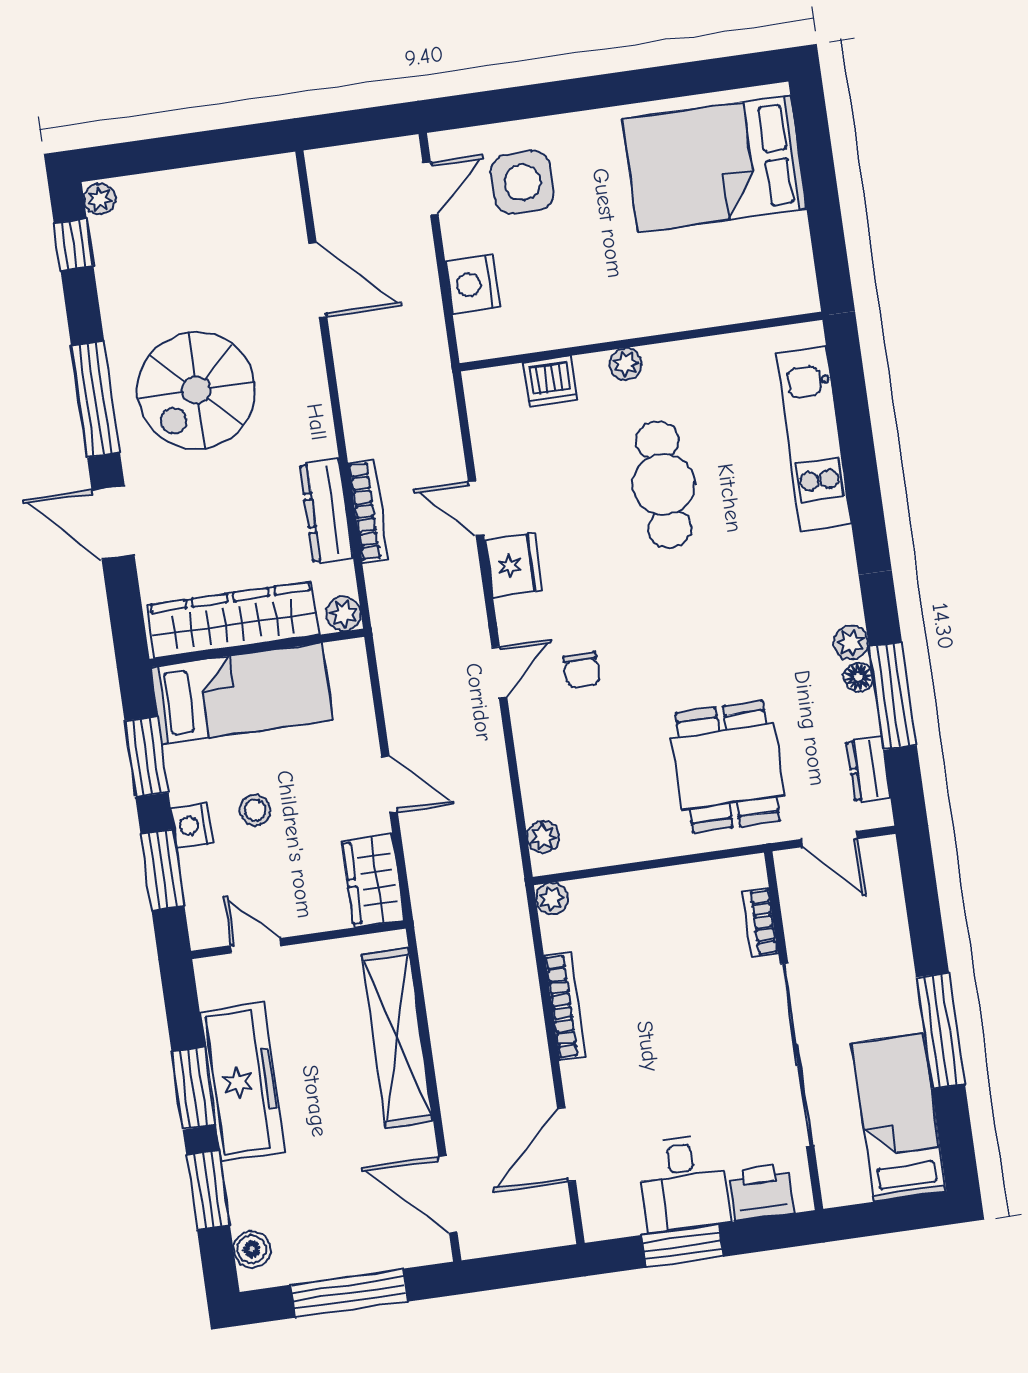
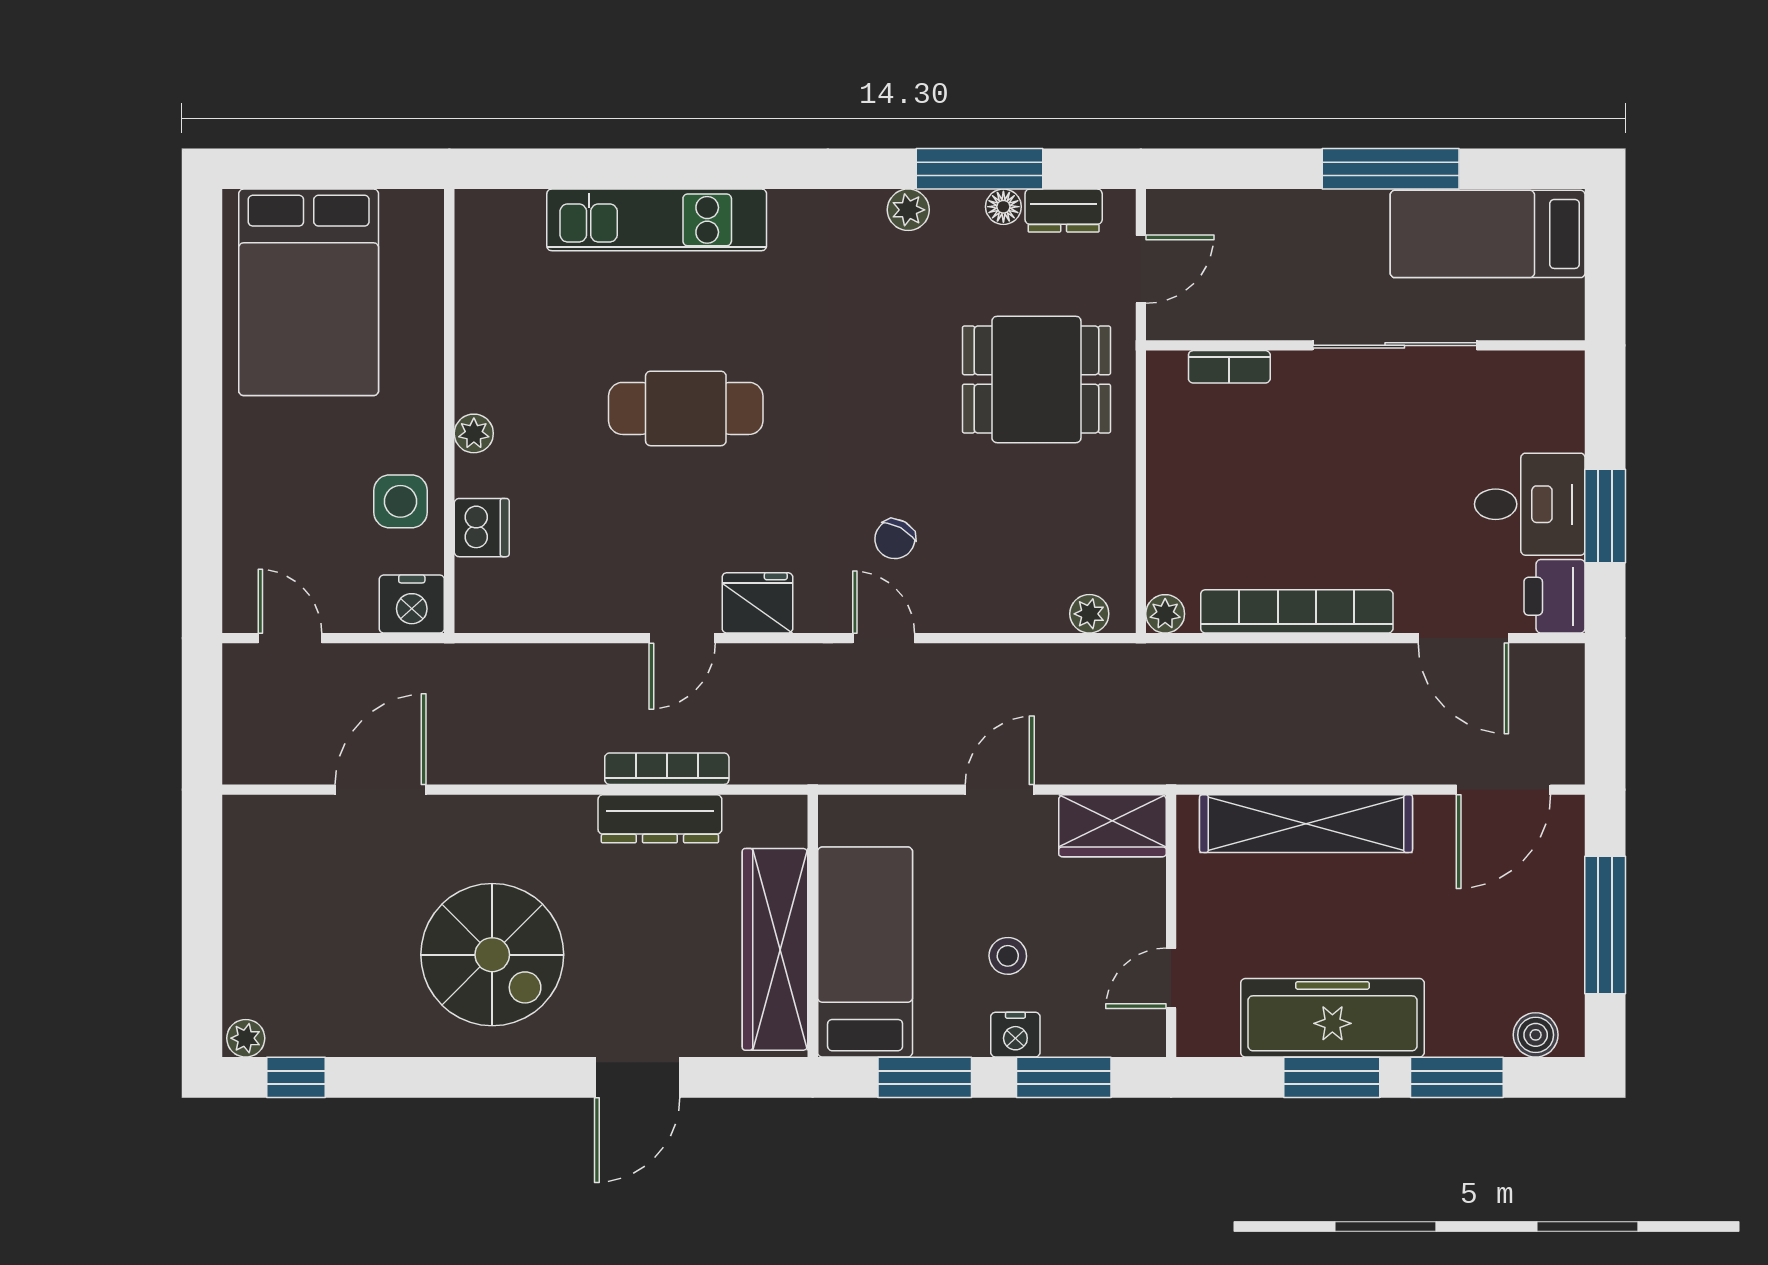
side table: (522, 182) -> (400, 501), moved, width x0.73, depth x0.73
wall: (641, 342) -> (449, 411), moved
plant: (626, 364) -> (474, 433), moved
dishwasher: (550, 381) -> (482, 528), moved
window: (96, 399) -> (486, 1077), removed
plant: (344, 614) -> (787, 816), removed
chair: (581, 670) -> (895, 539), turned 119
floor lamp: (859, 677) -> (1003, 207), moved
bookcase: (565, 1006) -> (1297, 611), width x1.48, depth x1.31
sliding door: (797, 1055) -> (1395, 345), width x0.73
printer: (761, 1192) -> (1554, 596), moved

